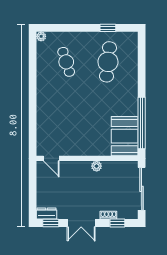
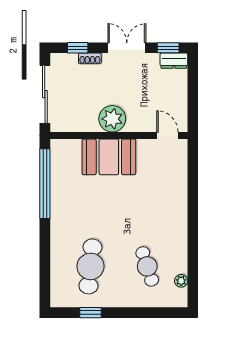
plant: (41, 36) -> (181, 281), moved
booth: (125, 136) -> (109, 157), moved, turned 90
plant: (97, 166) -> (112, 119), width x1.87, depth x1.87

